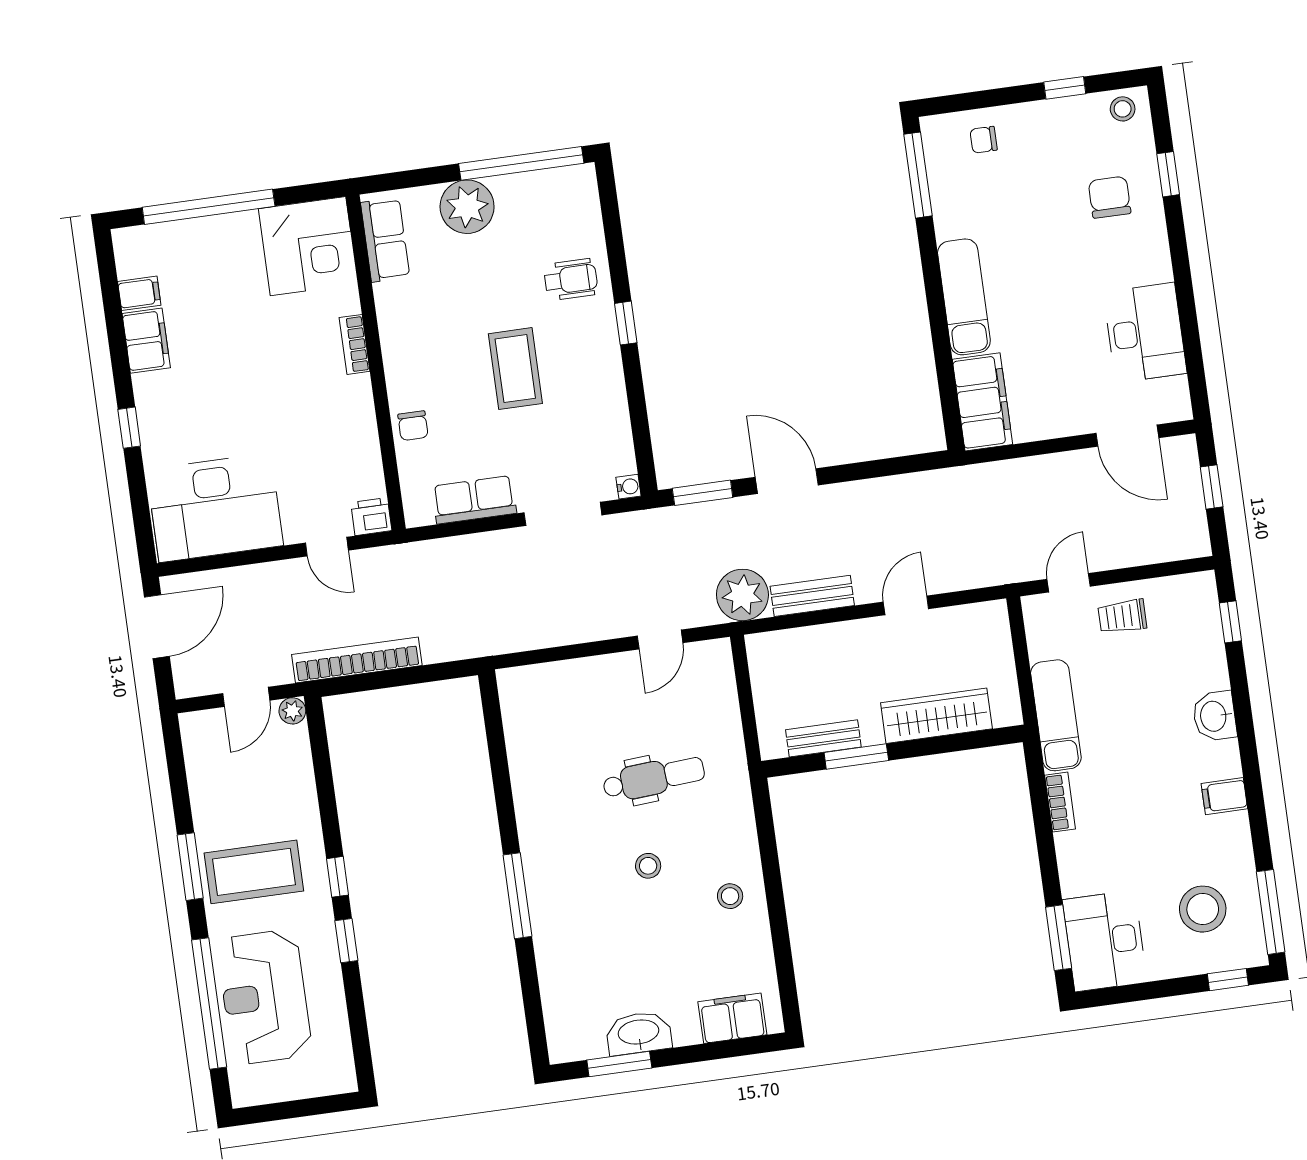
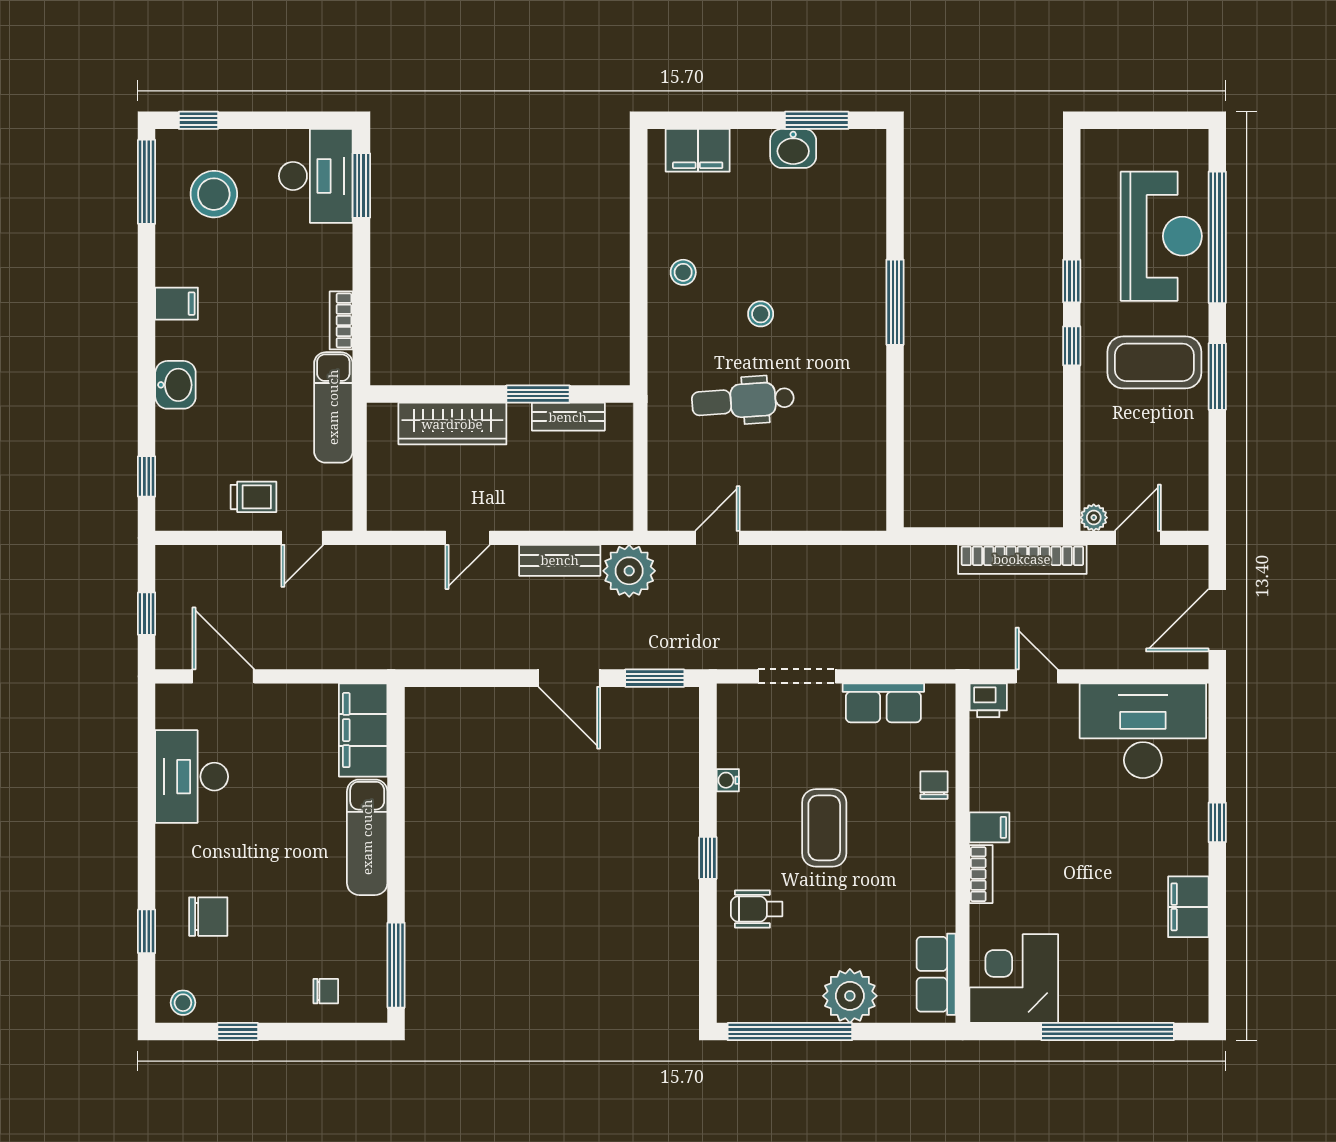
chair: (1110, 197) -> (208, 917), turned -90
filing cabinet: (139, 293) -> (989, 827), moved, turned 180
water cooler: (628, 487) -> (728, 780), moved
washbasin: (639, 1033) -> (793, 148), width x0.72

